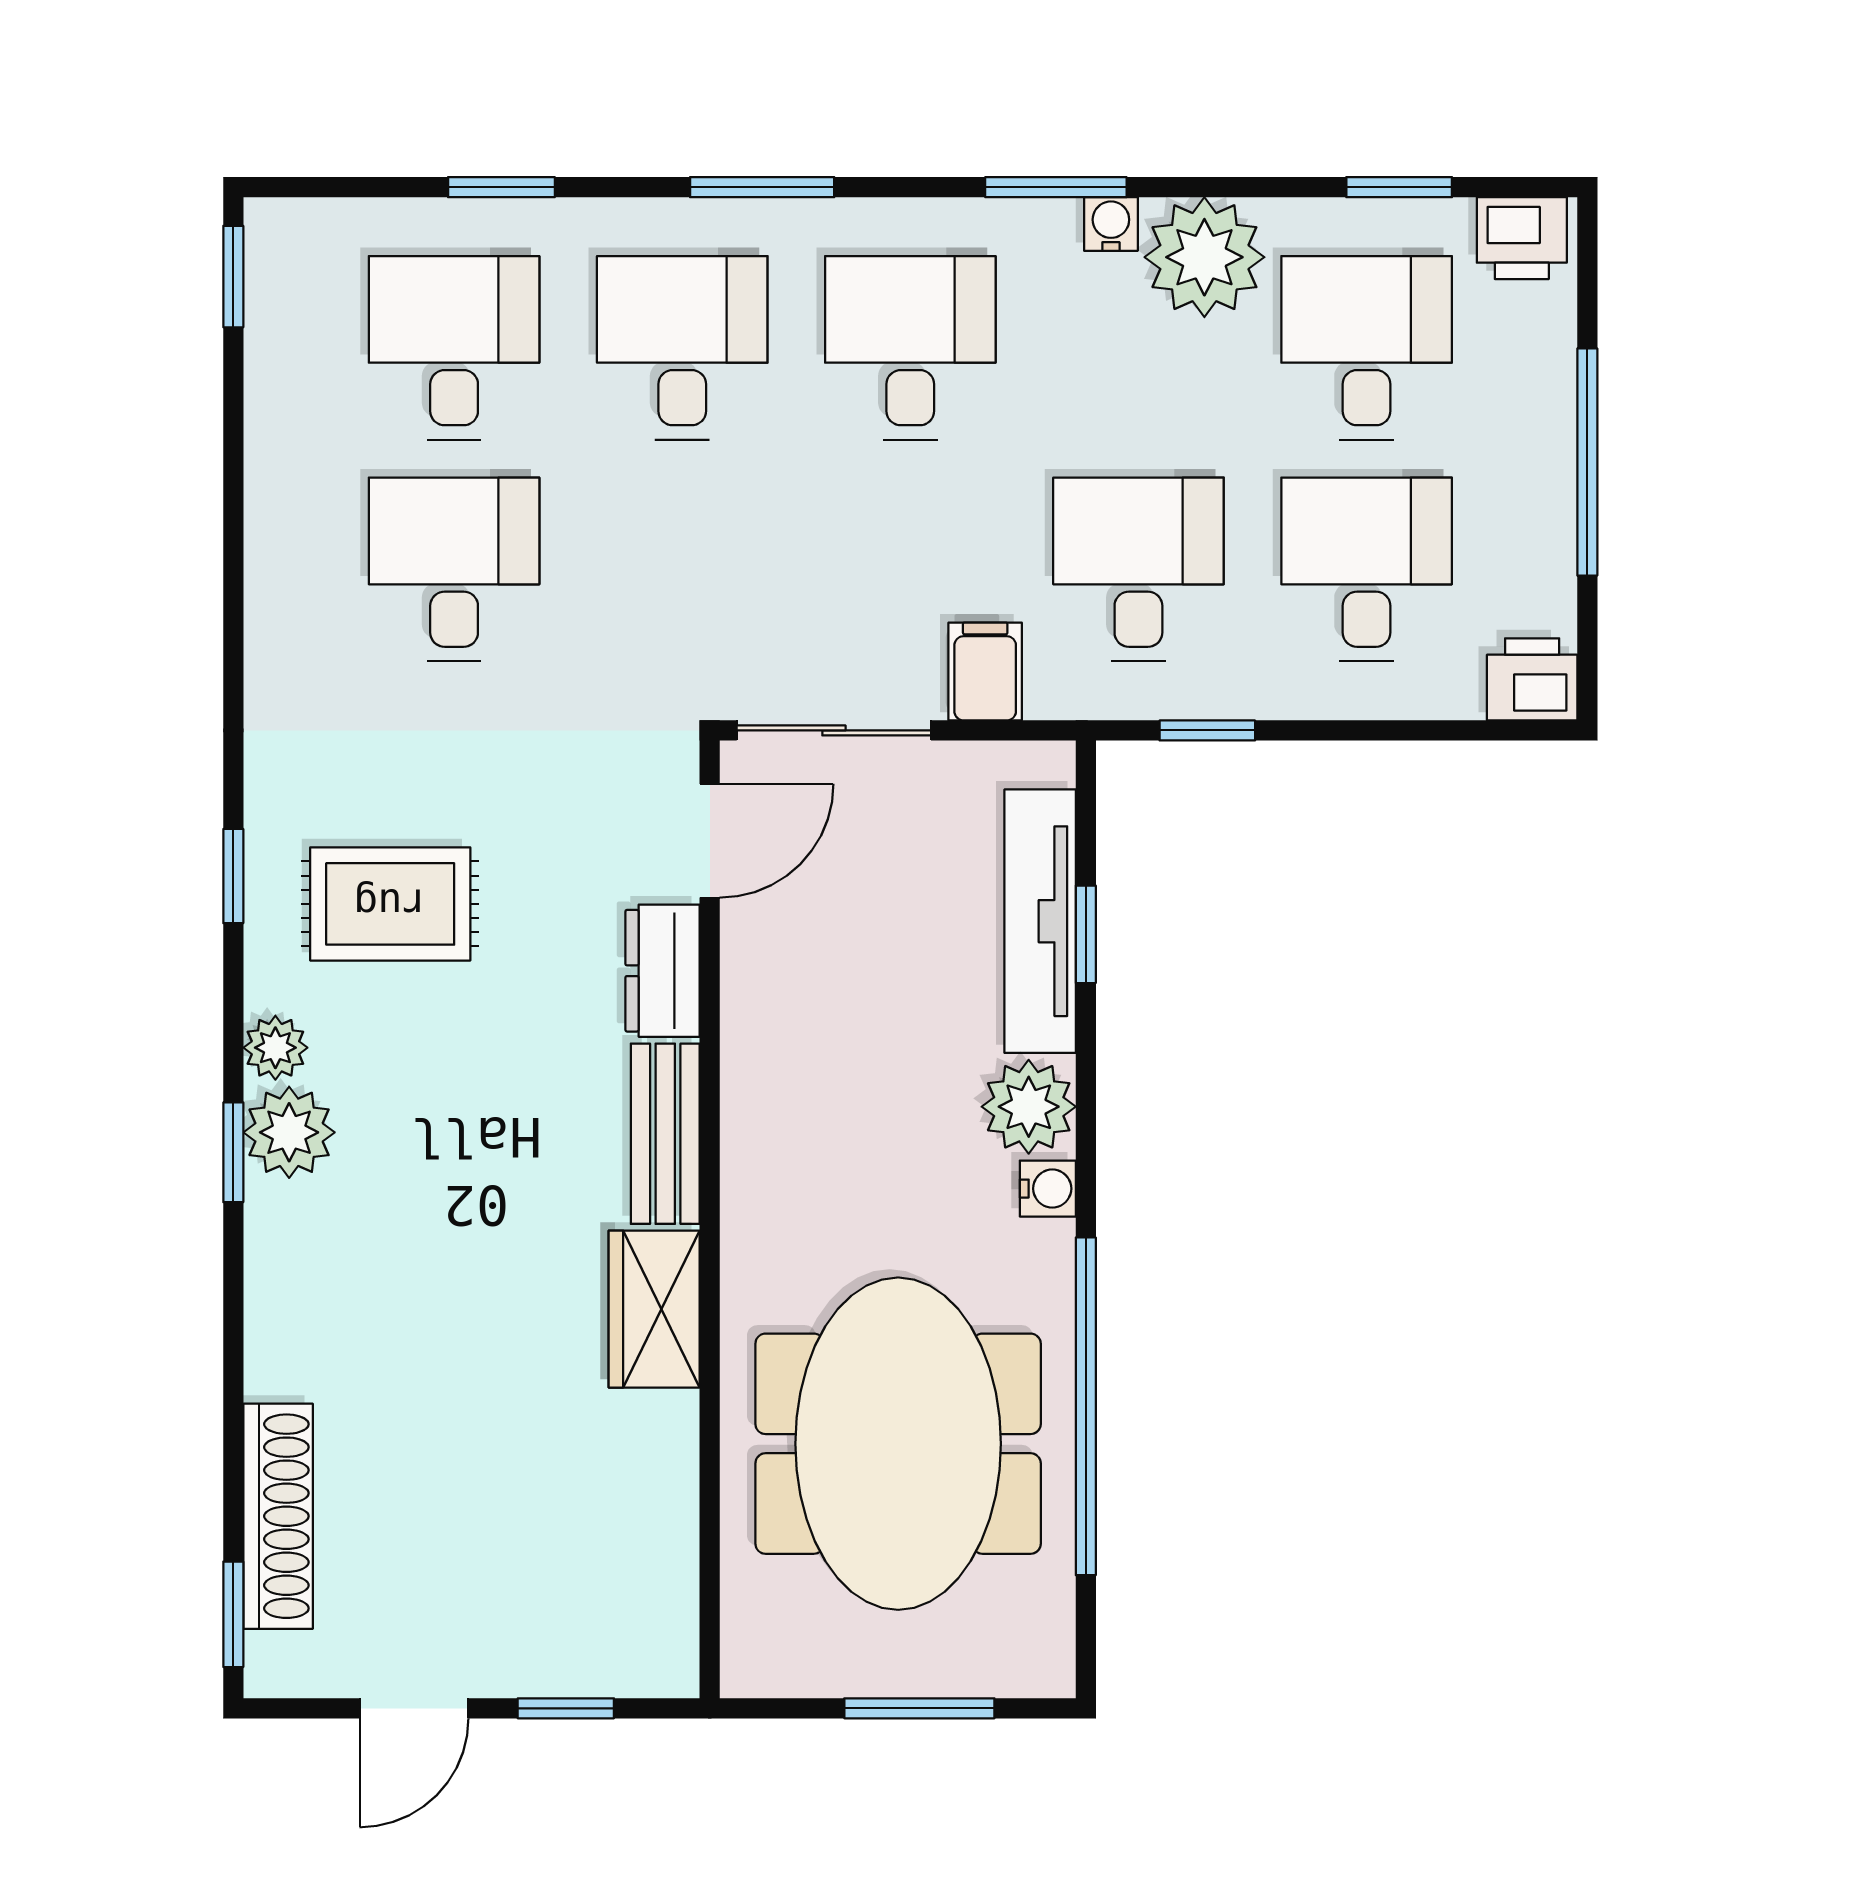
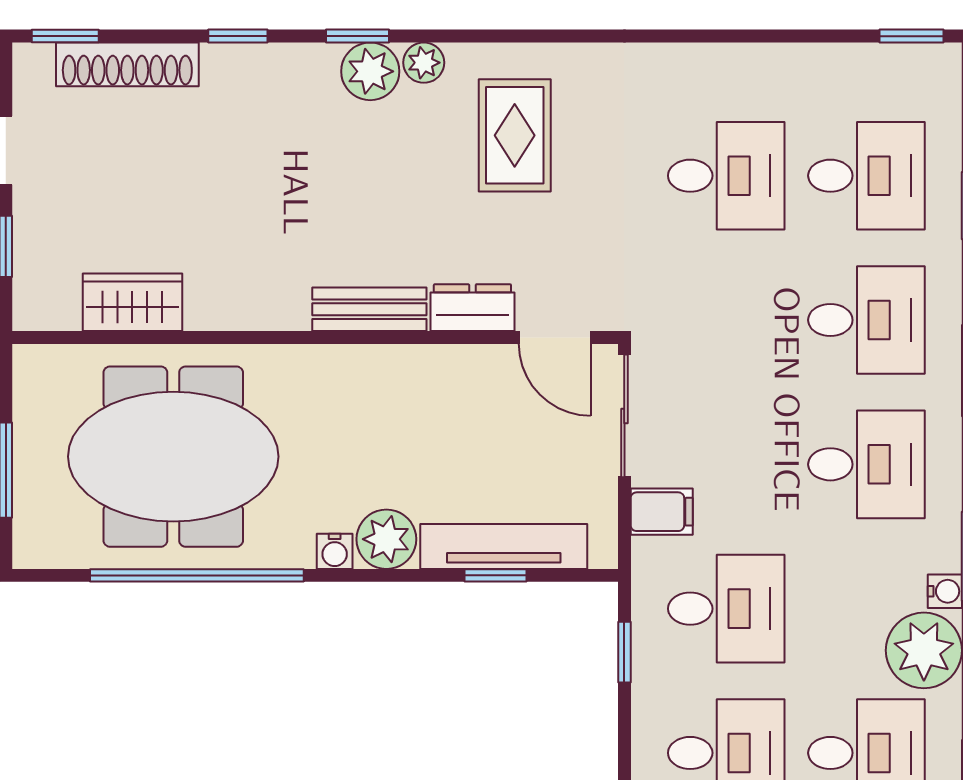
window: (233, 876) -> (238, 36), moved
wardrobe: (654, 1309) -> (132, 302), moved

